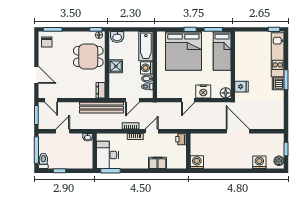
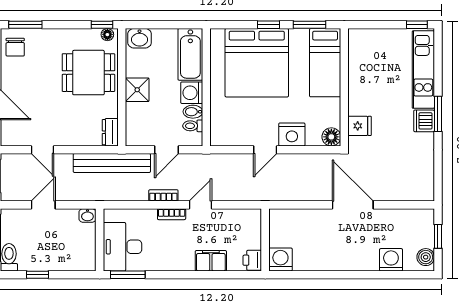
door: (51, 100) -> (42, 150), moved
printer: (181, 139) -> (252, 260), moved

